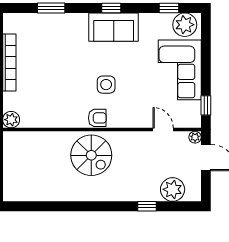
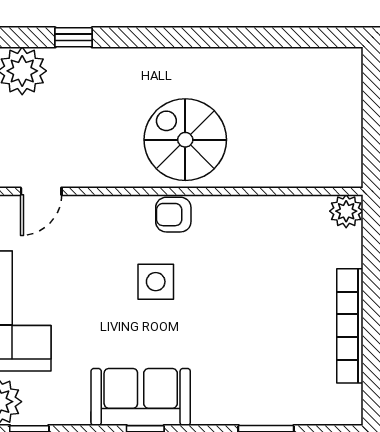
door: (163, 130) -> (41, 191), hinge flipped

